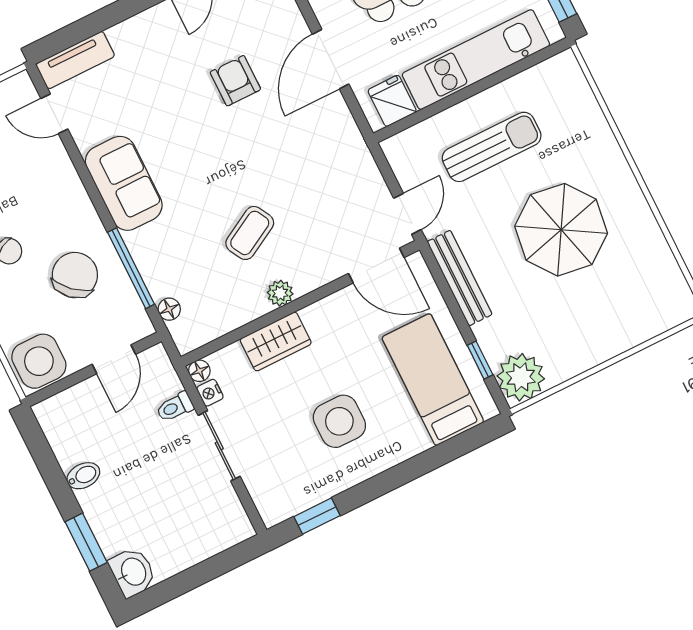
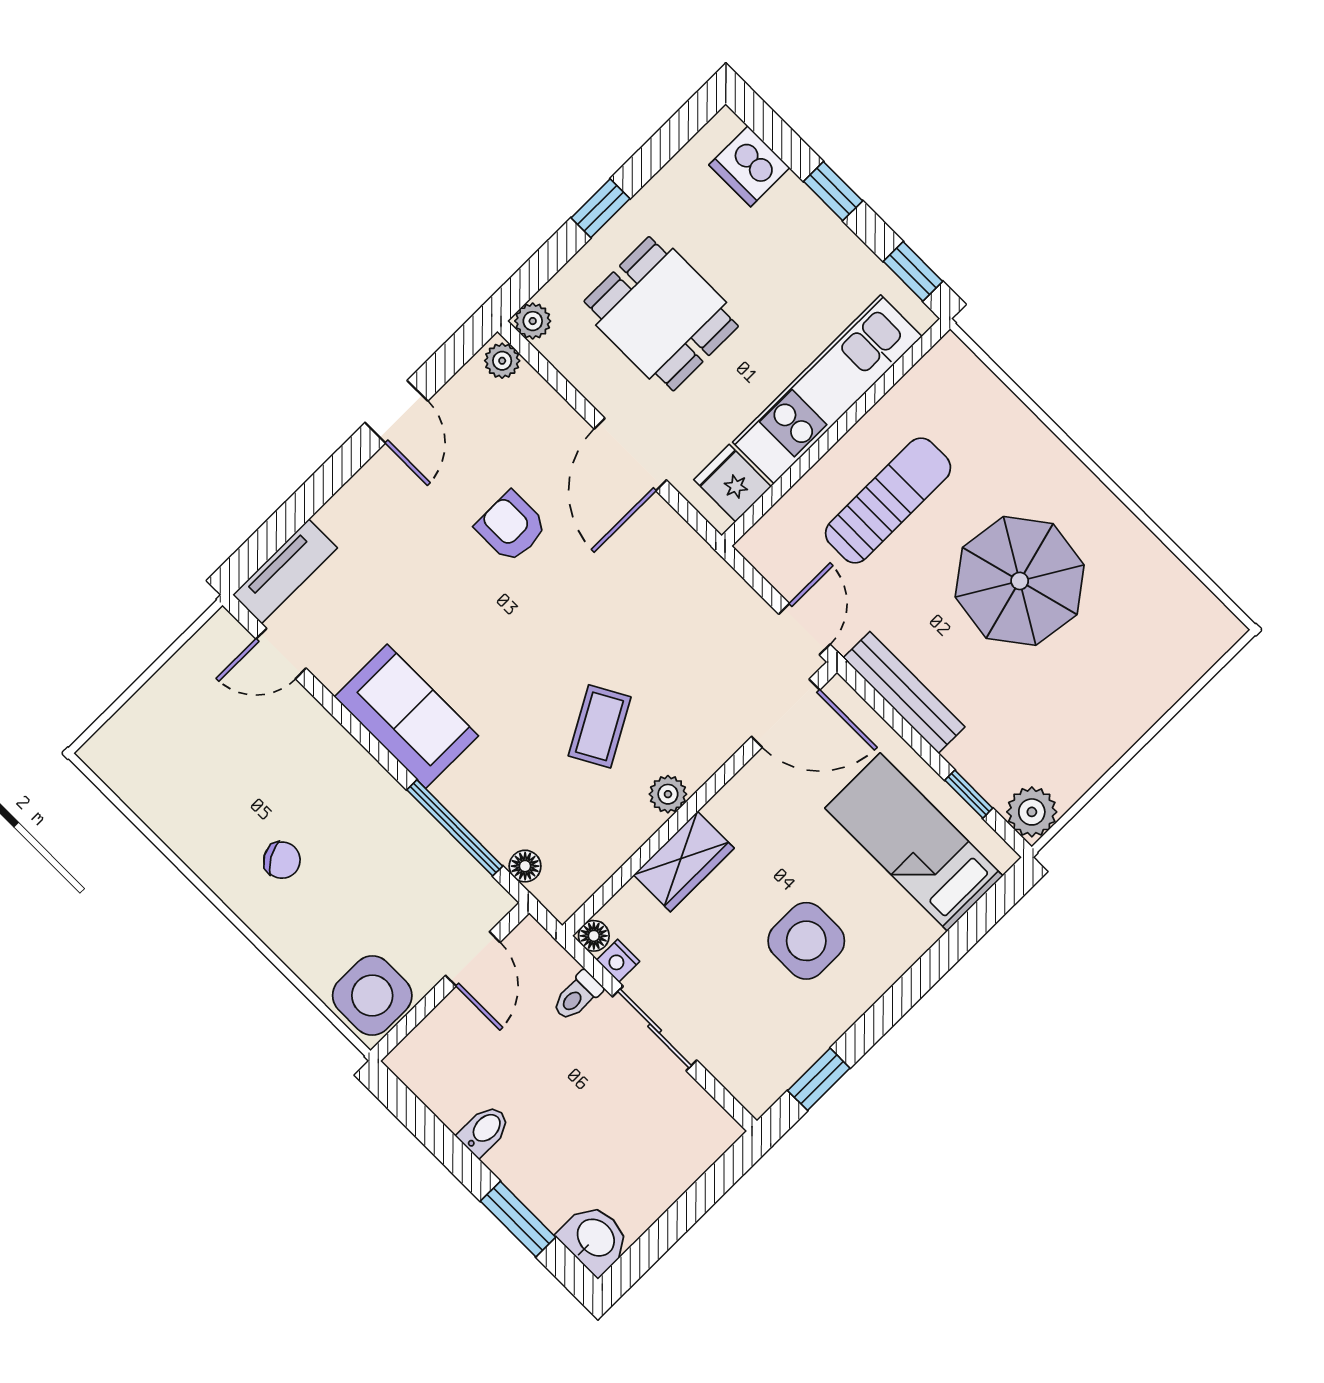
chair: (75, 275) -> (382, 863), removed
plant: (521, 377) -> (1032, 812), width x0.73, depth x0.73

